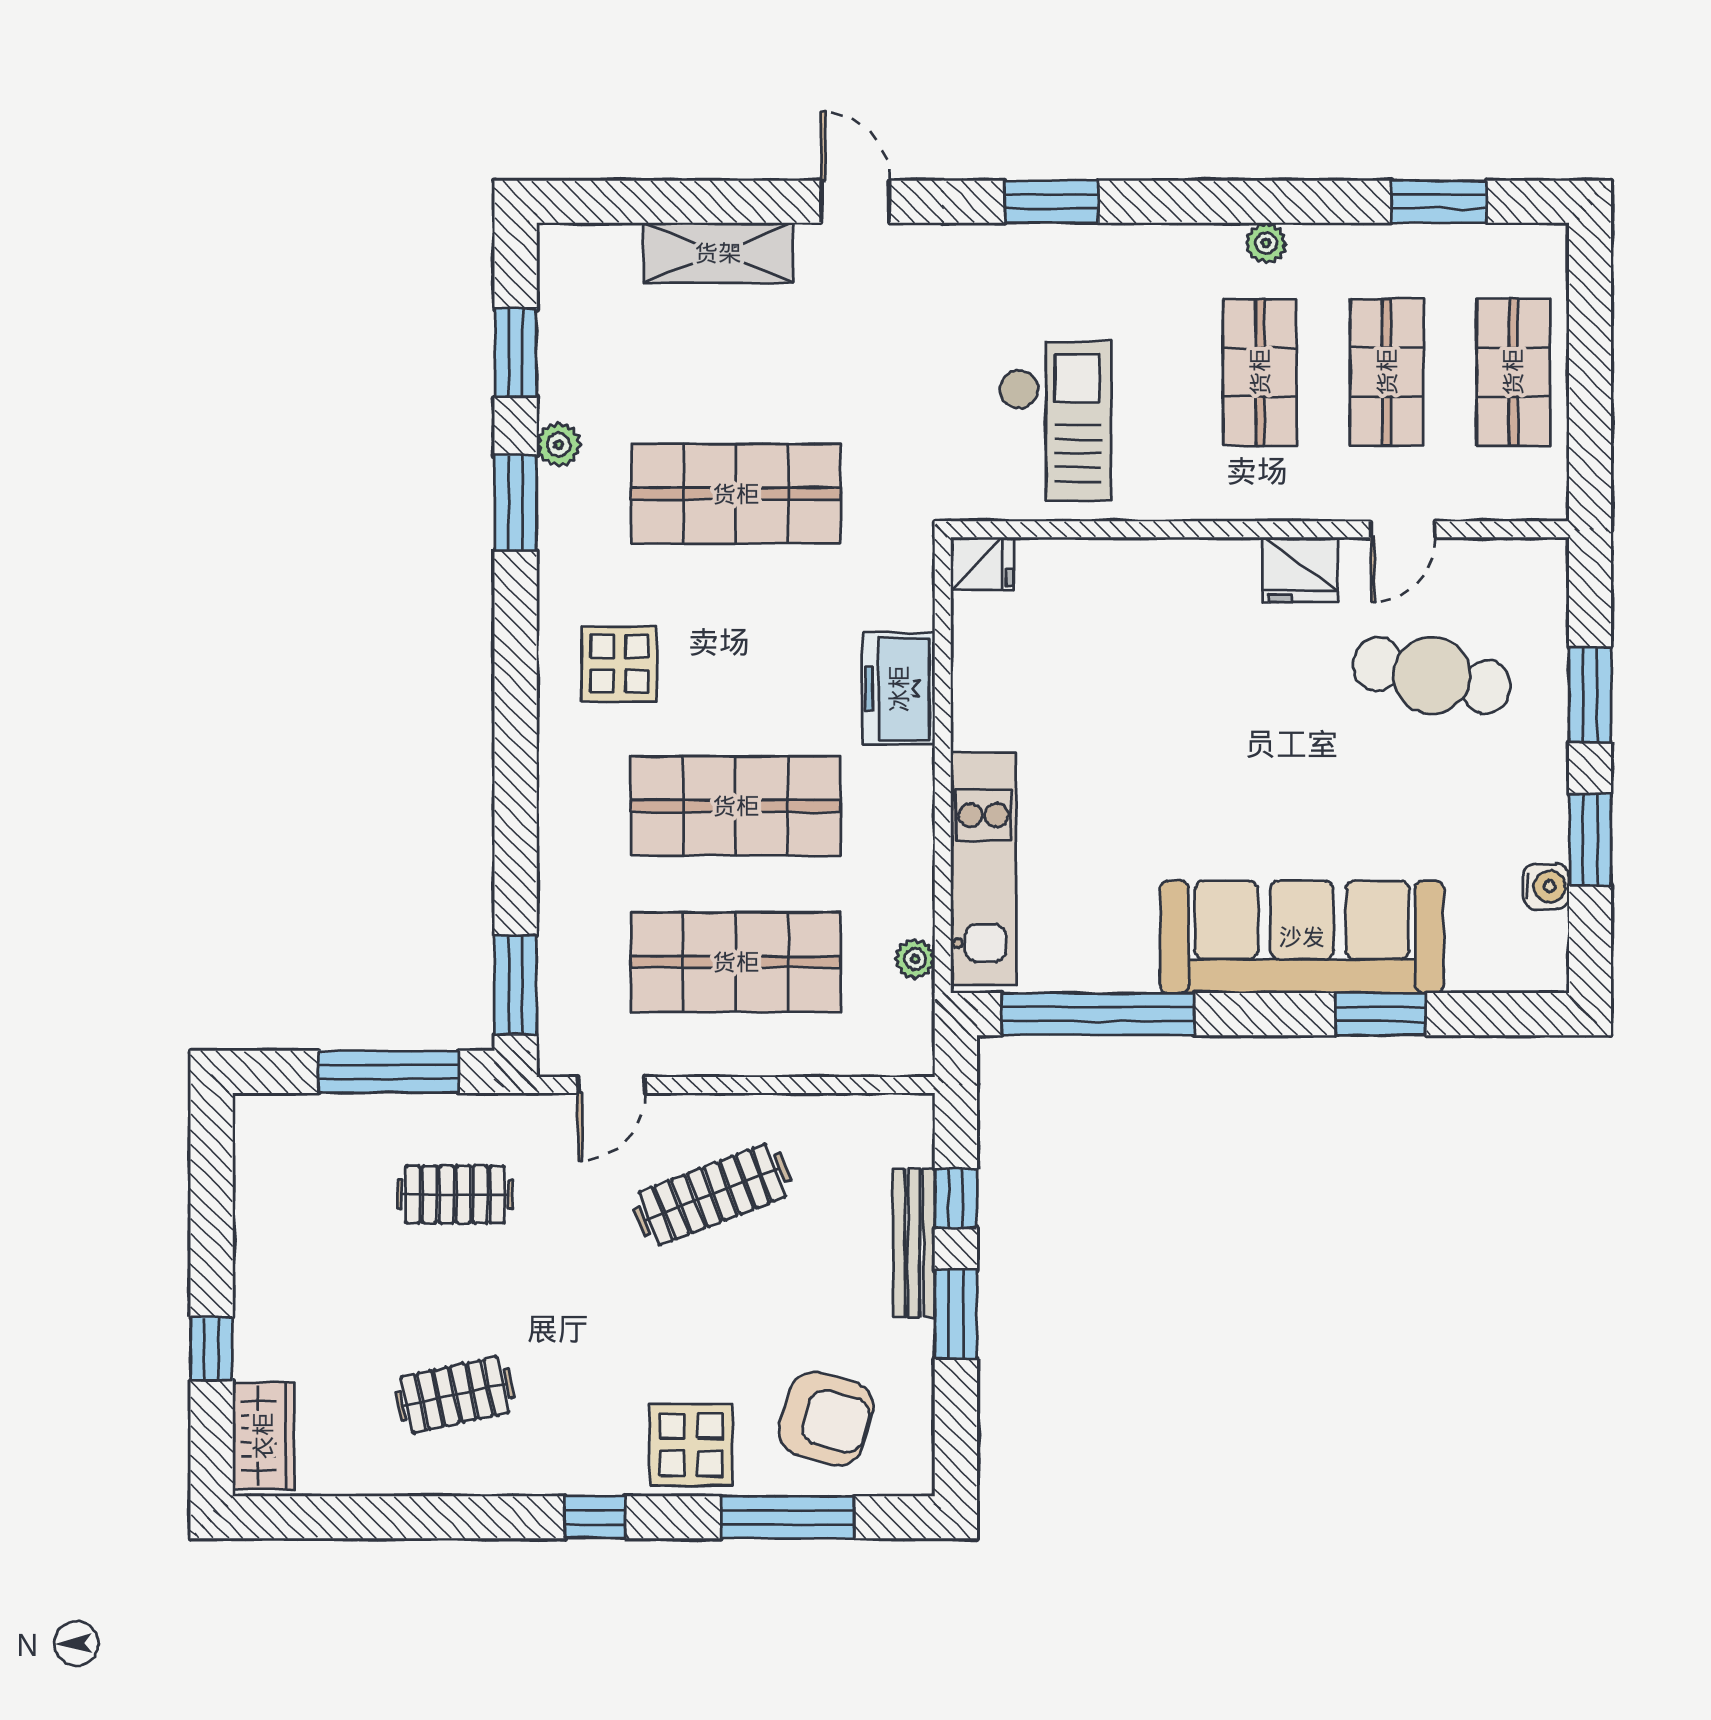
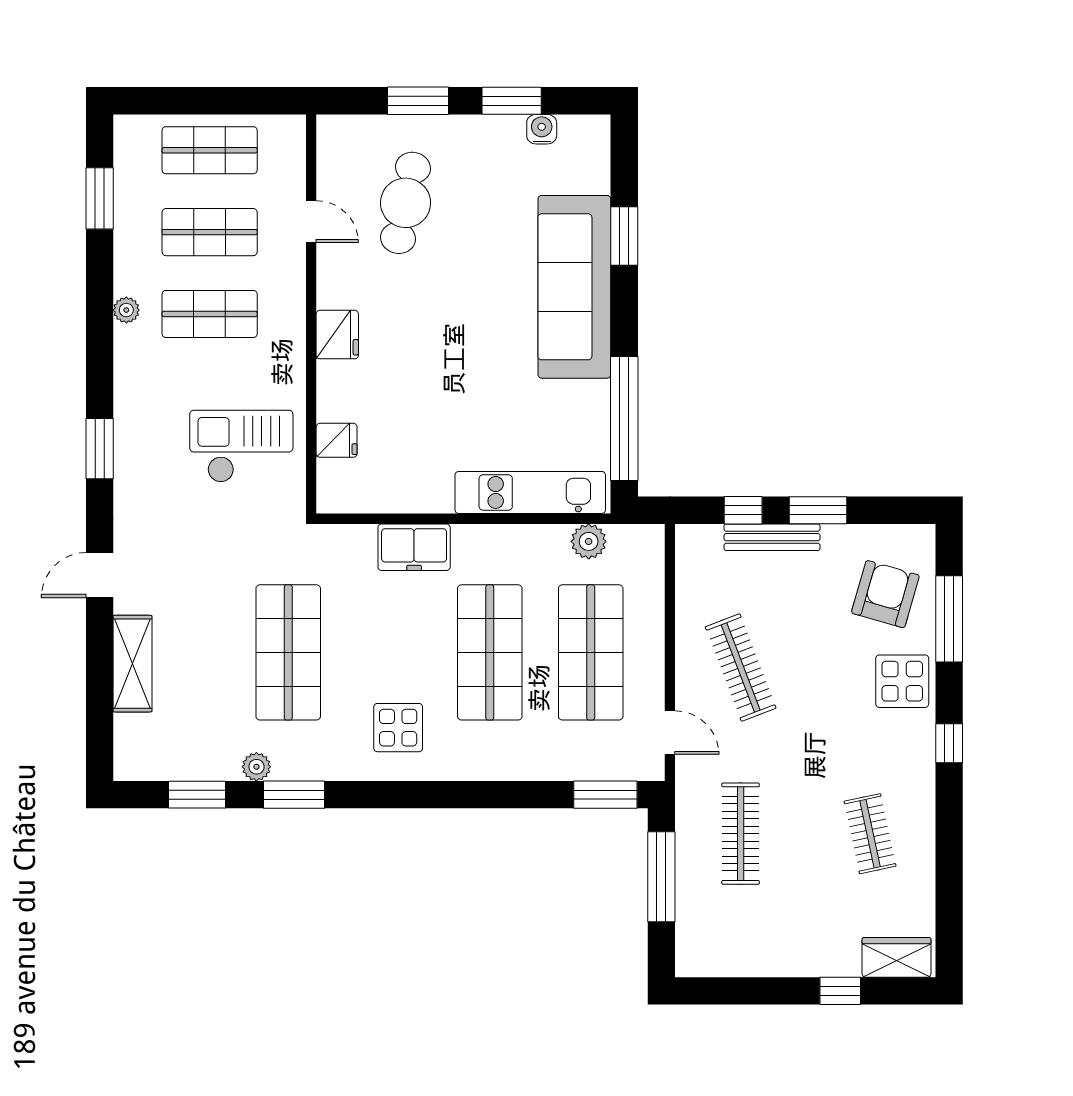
fridge: (982, 564) -> (337, 440), moved, turned 90
fridge: (1300, 570) -> (337, 335), moved
plant: (915, 959) -> (589, 541), width x1.38, depth x1.38
clothes rail: (455, 1194) -> (741, 834), width x1.36

